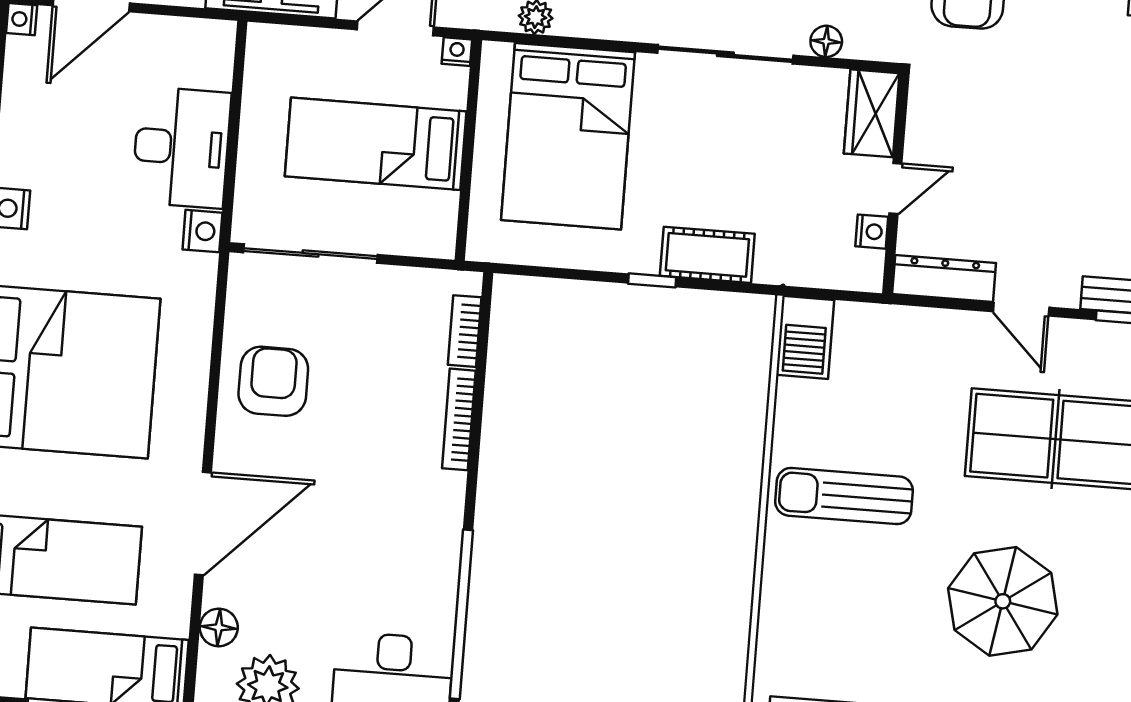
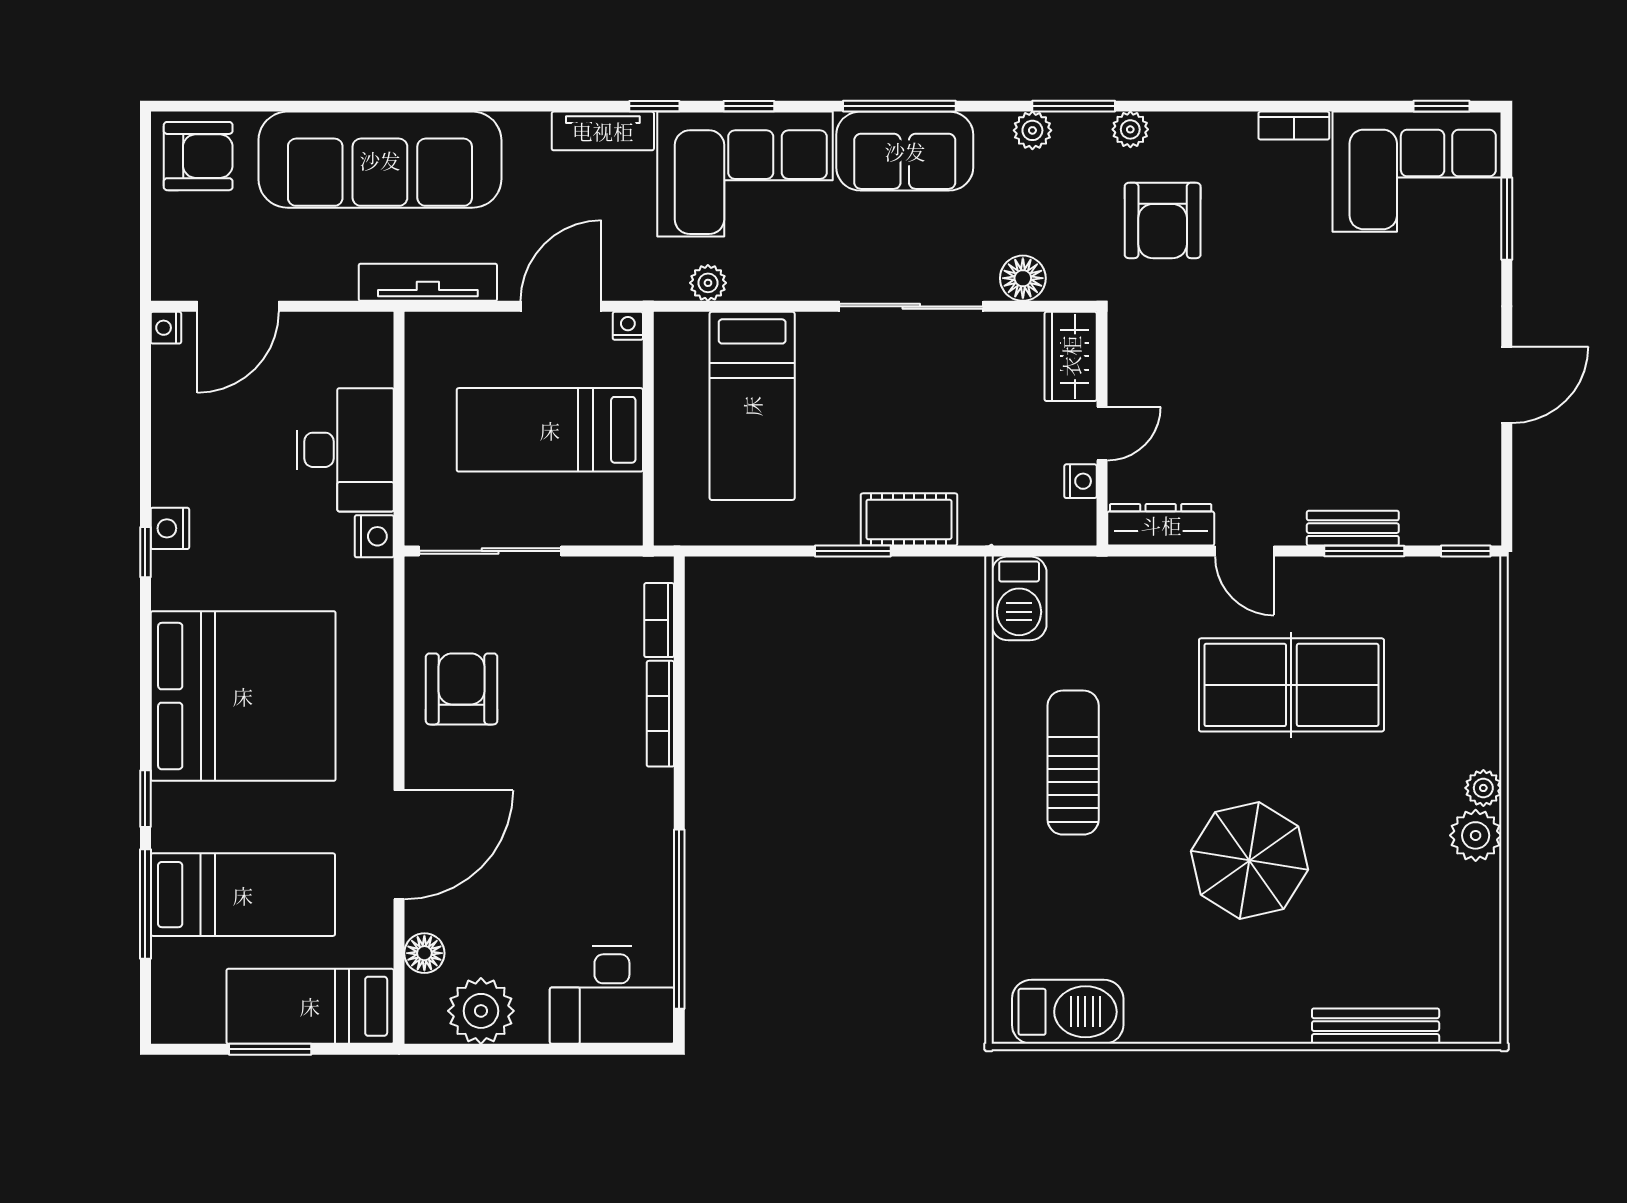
floor lamp: (826, 41) -> (1023, 278), width x1.37, depth x1.37
bed: (568, 136) -> (752, 406), width x0.67
window: (652, 280) -> (853, 551), width x1.50
sun lounger: (844, 496) -> (1073, 763), turned 90

